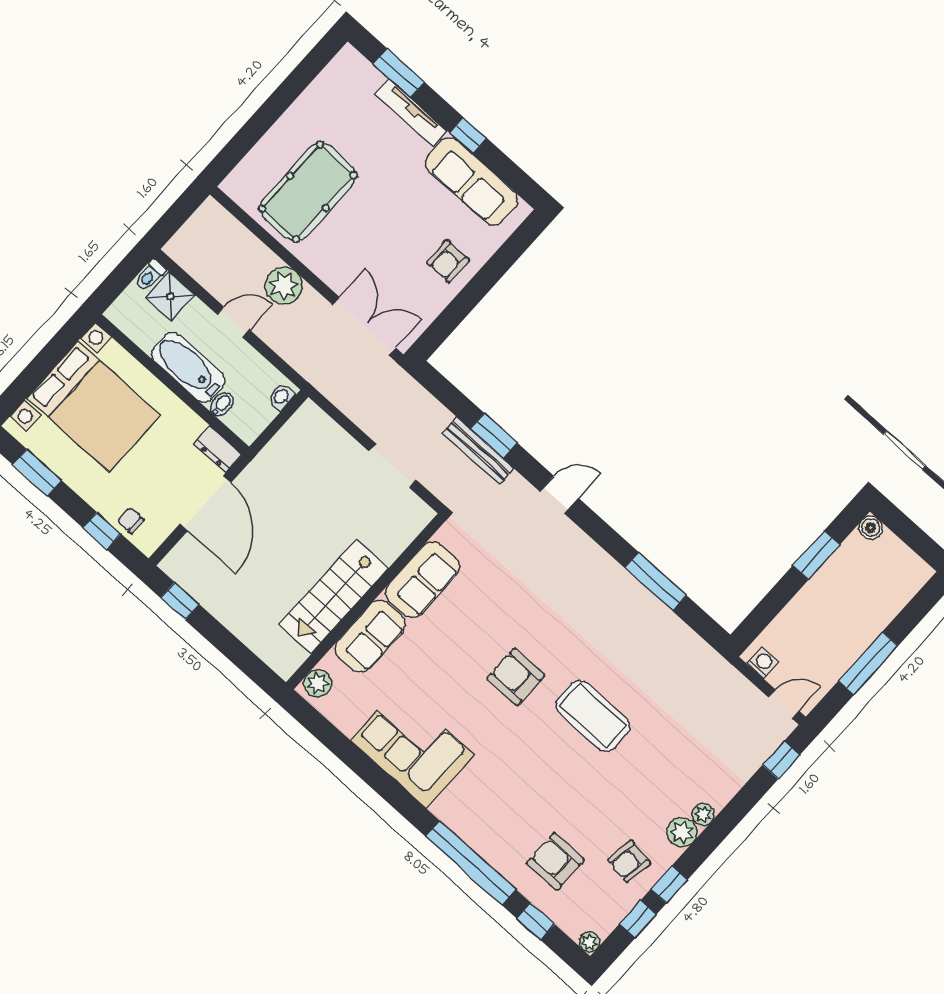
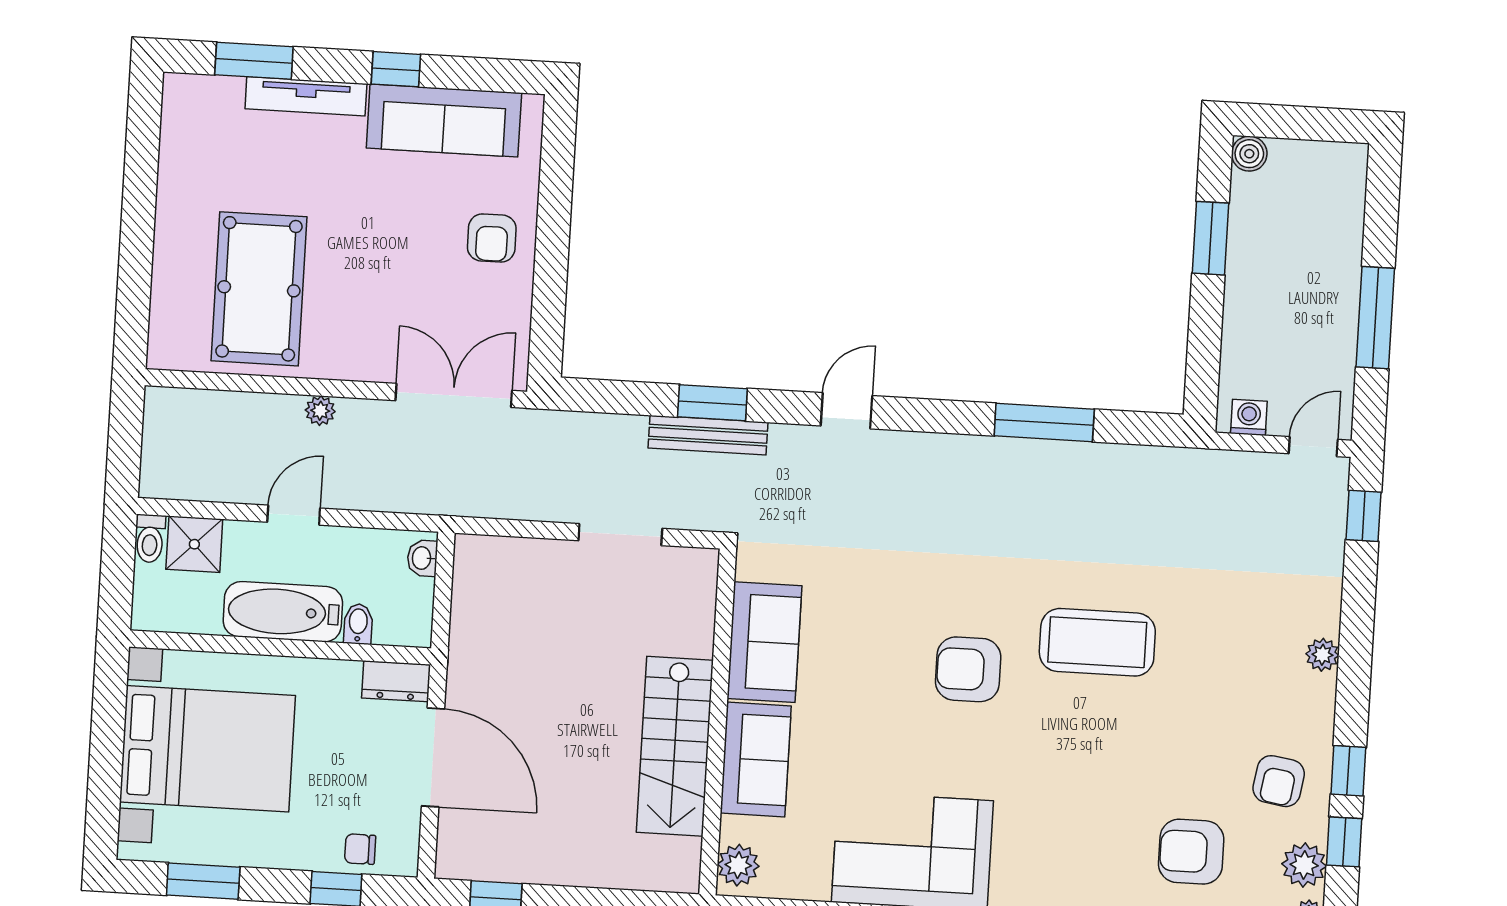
plant: (284, 286) -> (320, 411), width x0.53, depth x0.53
plant: (682, 832) -> (1304, 865), moved

